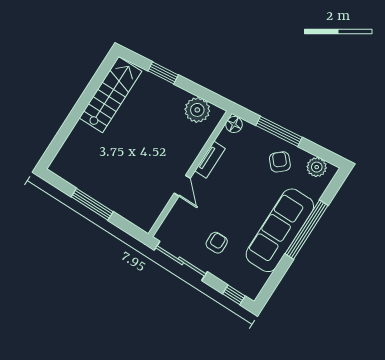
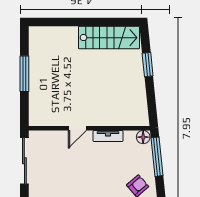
plant: (197, 110) -> (137, 105), removed
window: (279, 131) -> (157, 157), moved
armchair: (217, 243) -> (53, 178), removed

